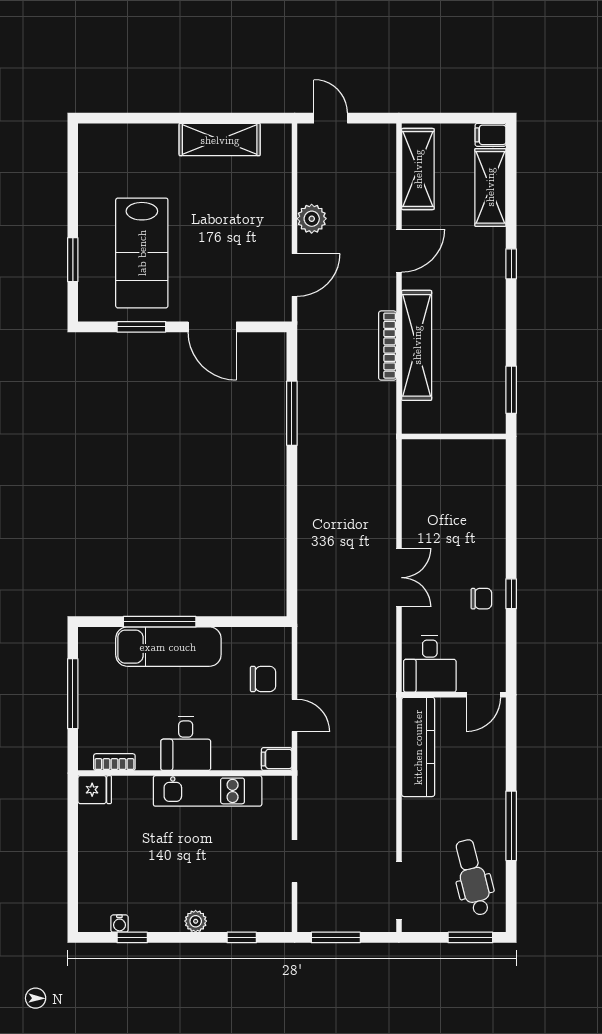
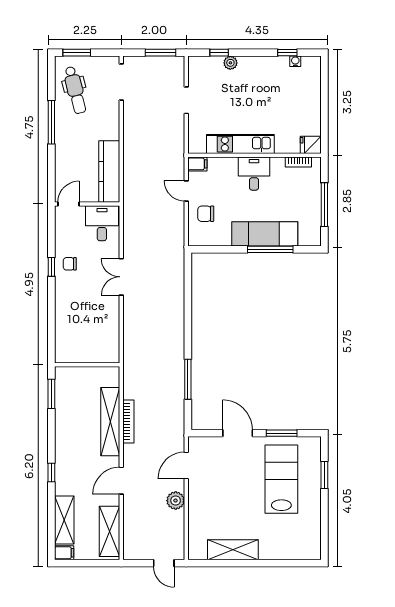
plant: (196, 921) -> (230, 63), moved

